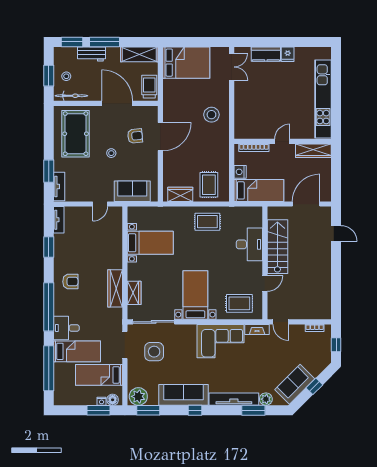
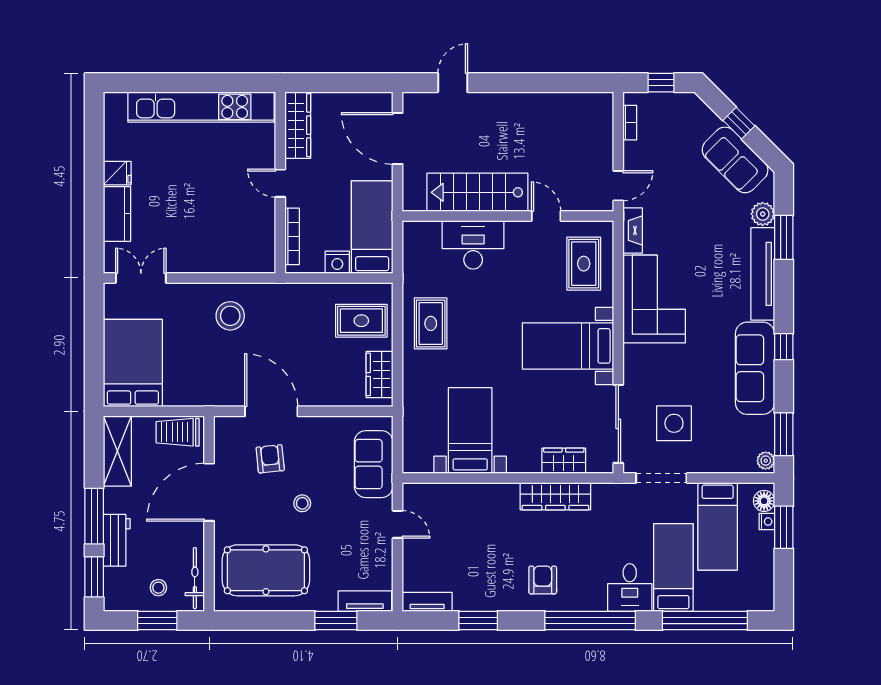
plant: (138, 396) -> (766, 461), width x0.53, depth x0.53

